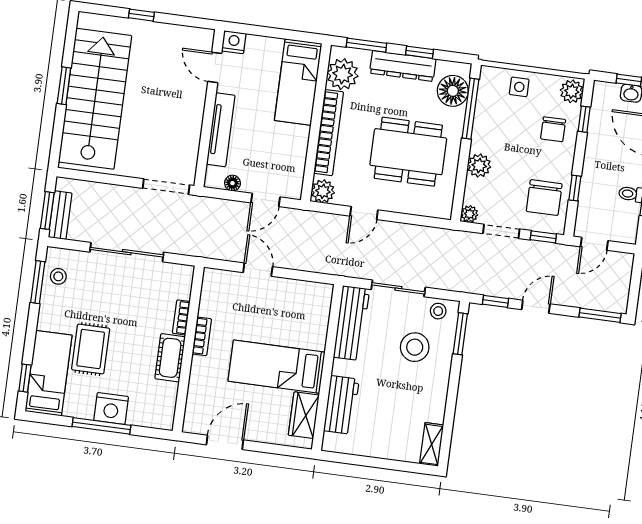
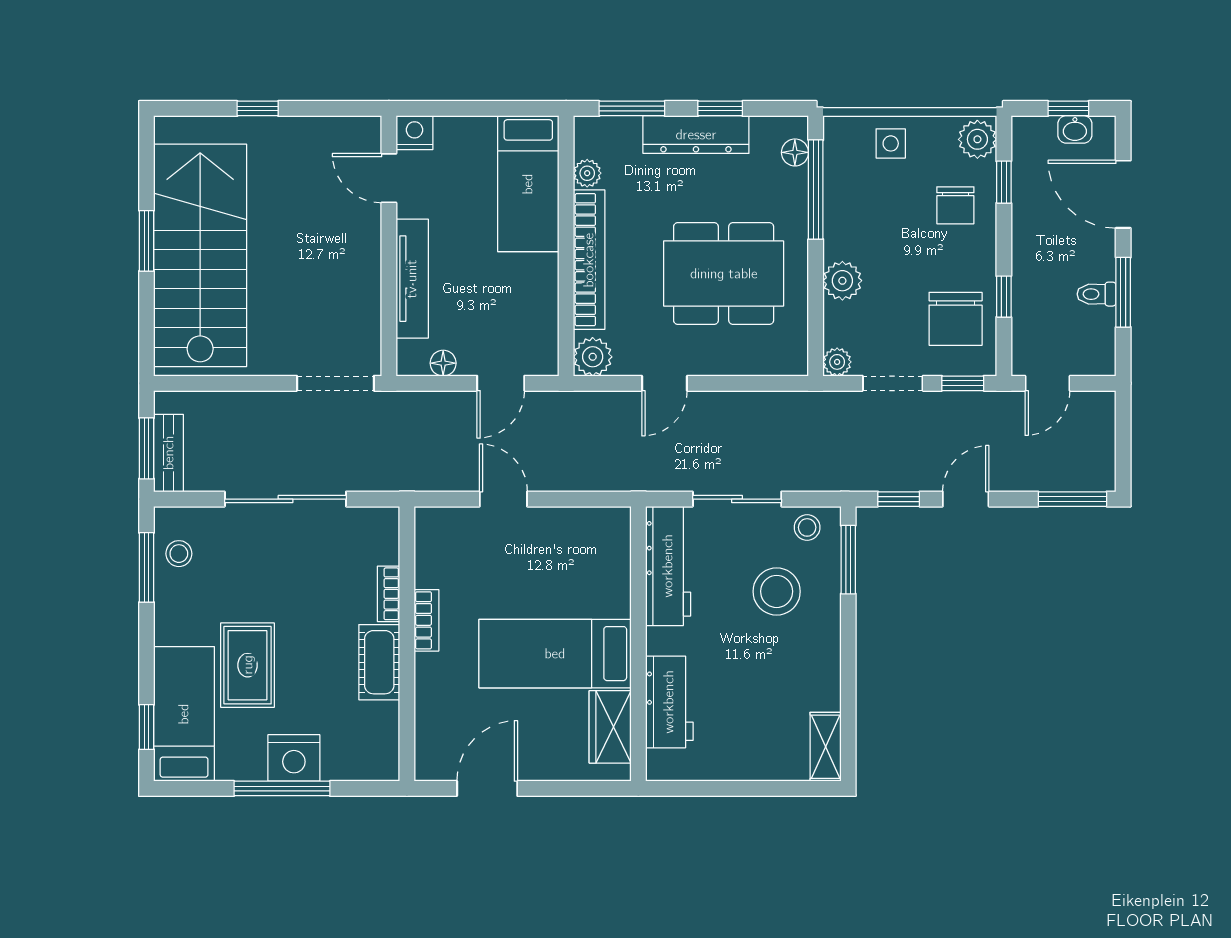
plant: (343, 74) -> (587, 173), width x0.53, depth x0.53
floor lamp: (453, 91) -> (795, 152), width x0.53, depth x0.53

